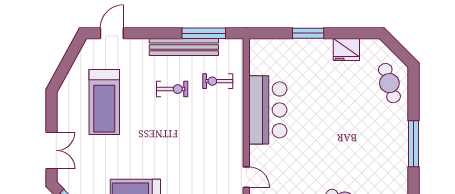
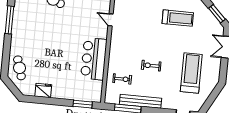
window: (308, 33) -> (83, 104), moved
exercise bike: (172, 89) -> (151, 66), moved
window: (414, 144) -> (9, 20), moved

